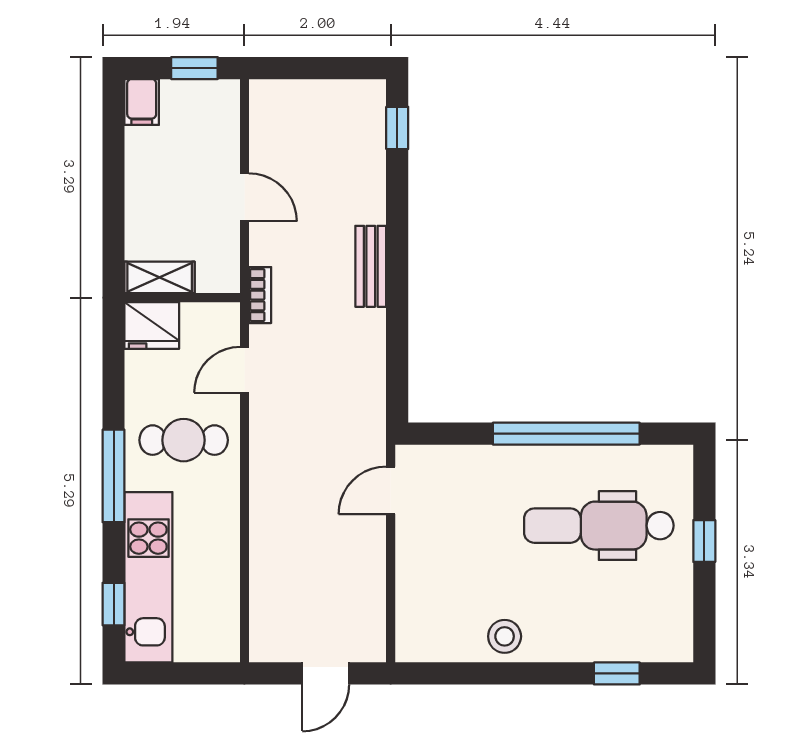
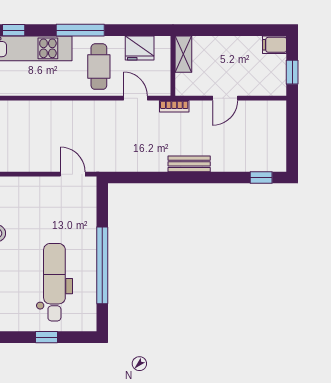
fridge: (152, 325) -> (140, 48), moved, turned -90

